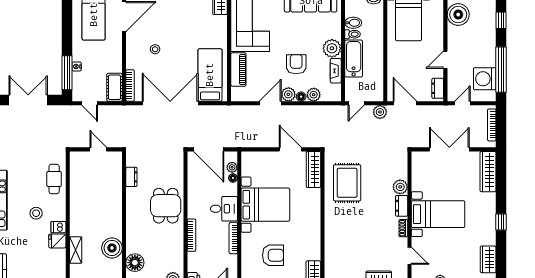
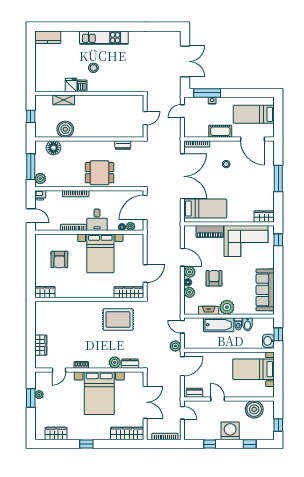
armchair: (296, 64) -> (214, 278), turned -90
window: (501, 70) -> (210, 444), width x0.32
washing machine: (485, 79) -> (230, 431), moved
cot: (114, 87) -> (220, 131), moved
cafe table: (54, 179) -> (121, 82), removed
dresser: (402, 206) -> (130, 364), moved
bed with nightstands: (438, 214) -> (99, 393), width x1.36

